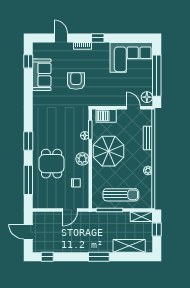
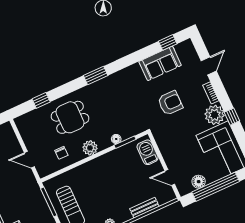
window: (98, 38) -> (232, 117), moved
plant: (101, 51) -> (215, 115), added
floor lamp: (147, 97) -> (199, 182), moved
door: (133, 108) -> (170, 177), swing flipped
window: (28, 141) -> (96, 75), moved
parasol: (109, 151) -> (111, 172), removed
window: (28, 180) -> (41, 100), width x0.46

